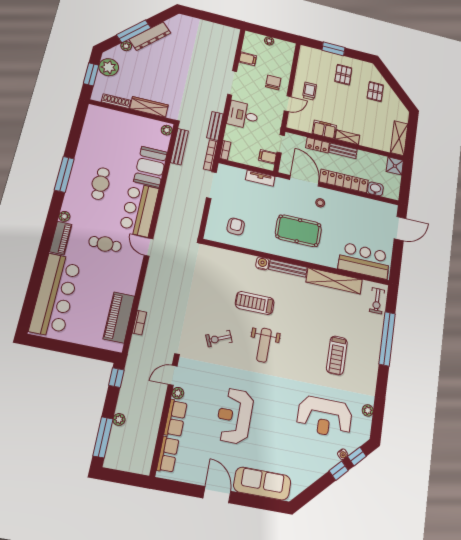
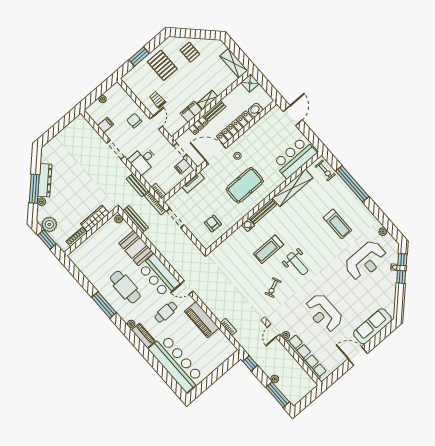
pallet: (343, 75) -> (162, 65), width x1.50, depth x1.42
cafe table: (101, 184) -> (125, 287), width x1.37, depth x1.35
piano: (119, 317) -> (202, 320), moved

